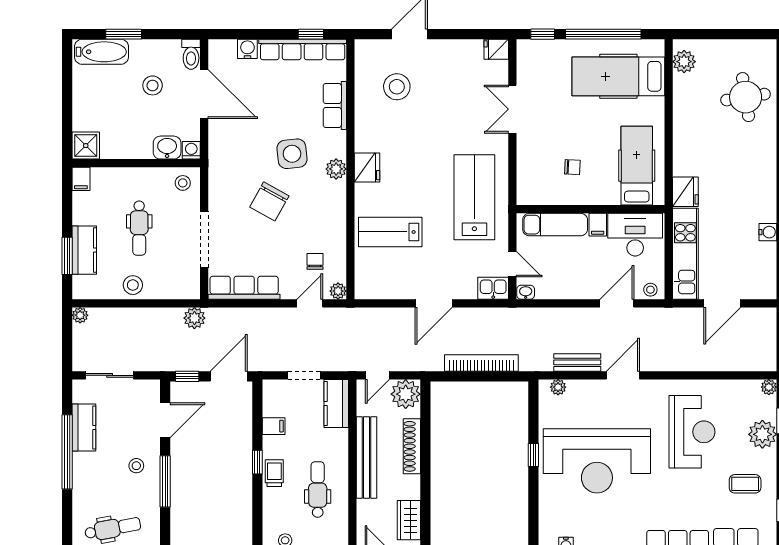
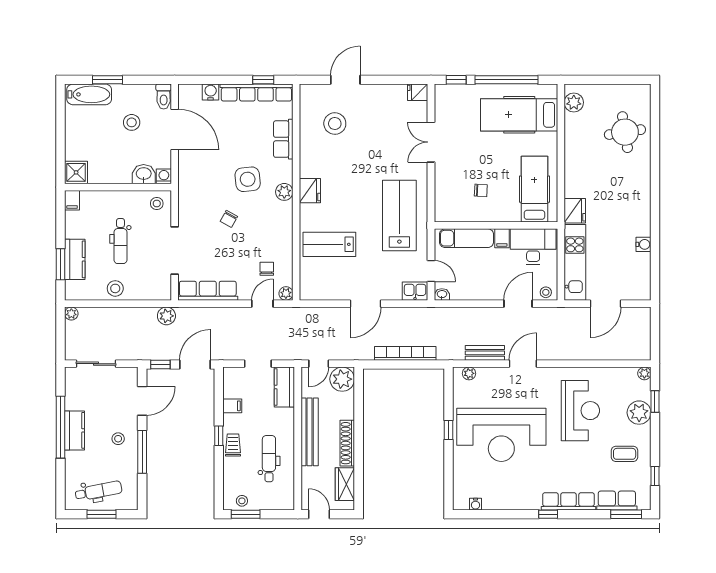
chair: (269, 201) -> (229, 219), width x0.54, depth x0.54
kitchen counter: (84, 427) -> (75, 430), moved
shoe rack: (412, 446) -> (347, 443), moved

